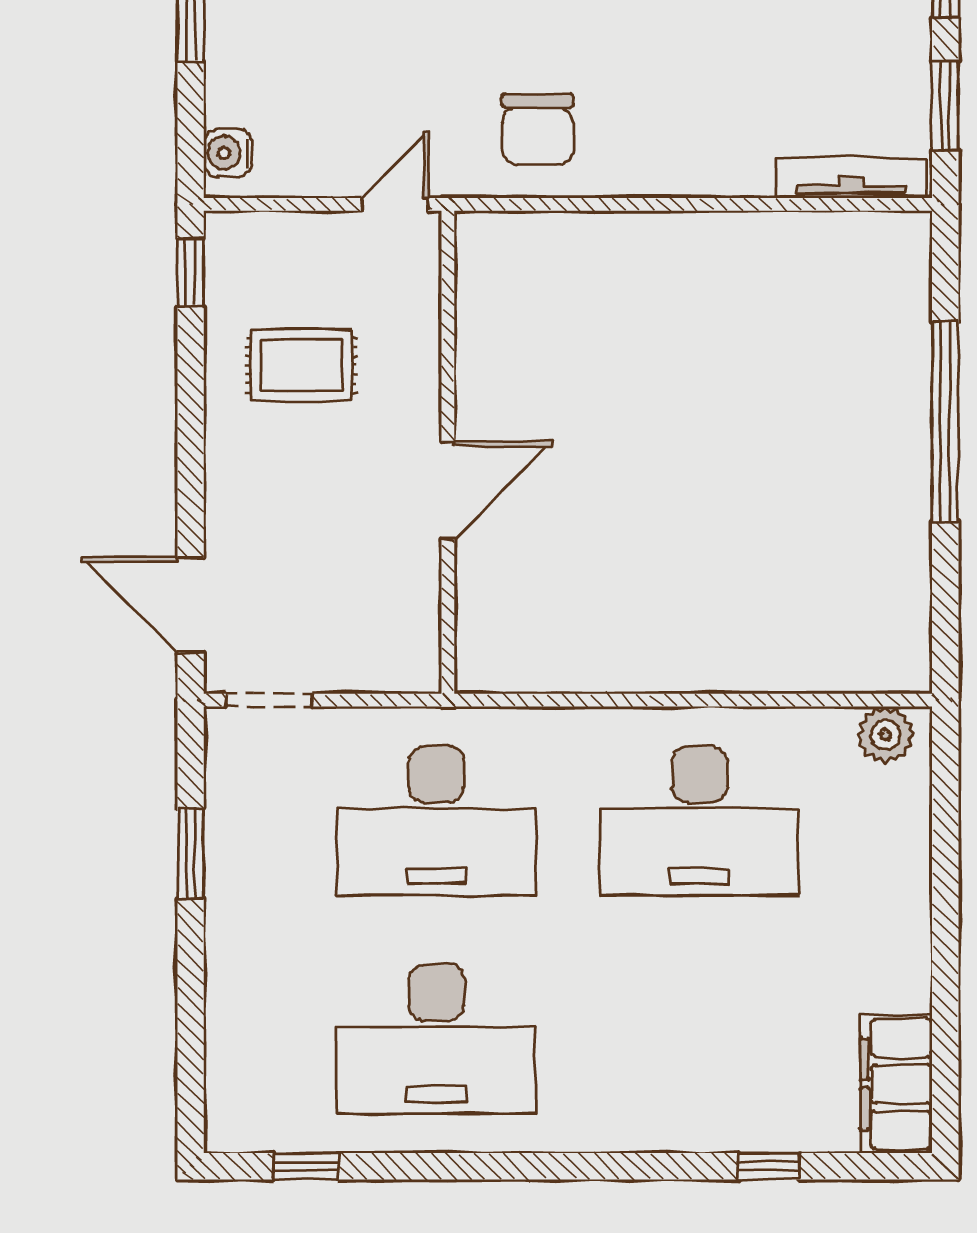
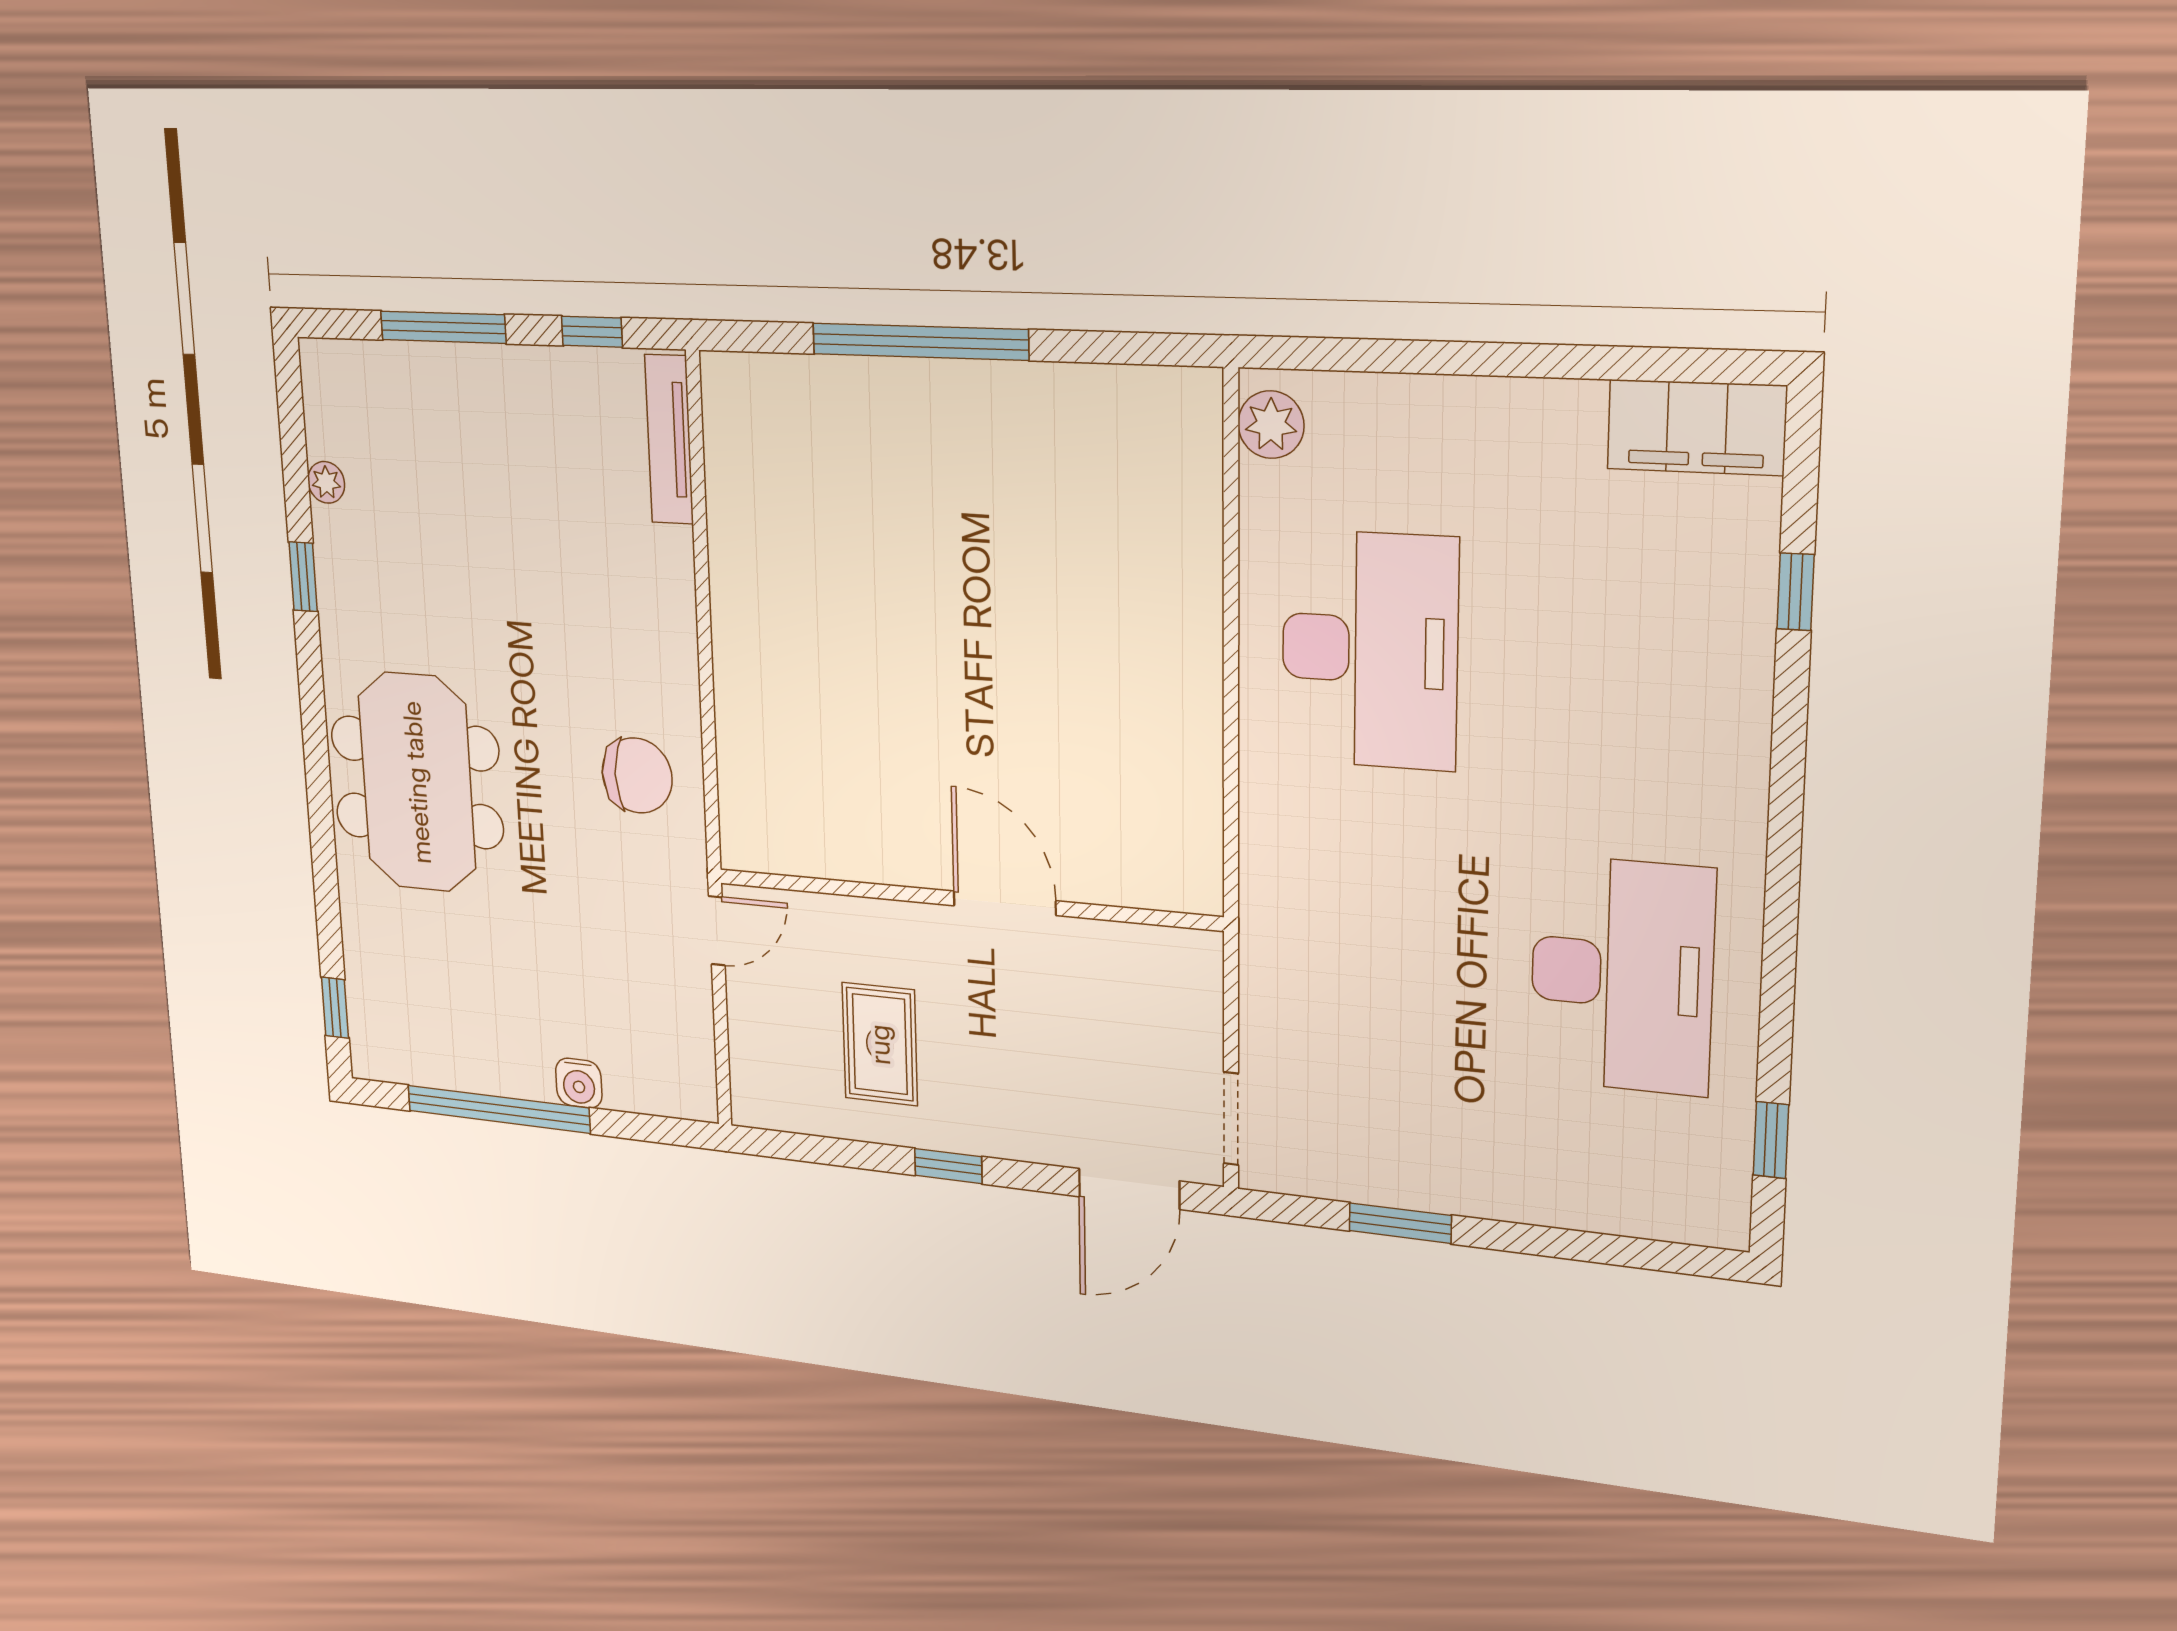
window: (945, 106) -> (592, 332), width x0.67
water cooler: (228, 153) -> (579, 1083), moved
door: (395, 204) -> (717, 931), swing flipped
window: (191, 272) -> (948, 1166), moved
desk: (436, 821) -> (1366, 951), removed

